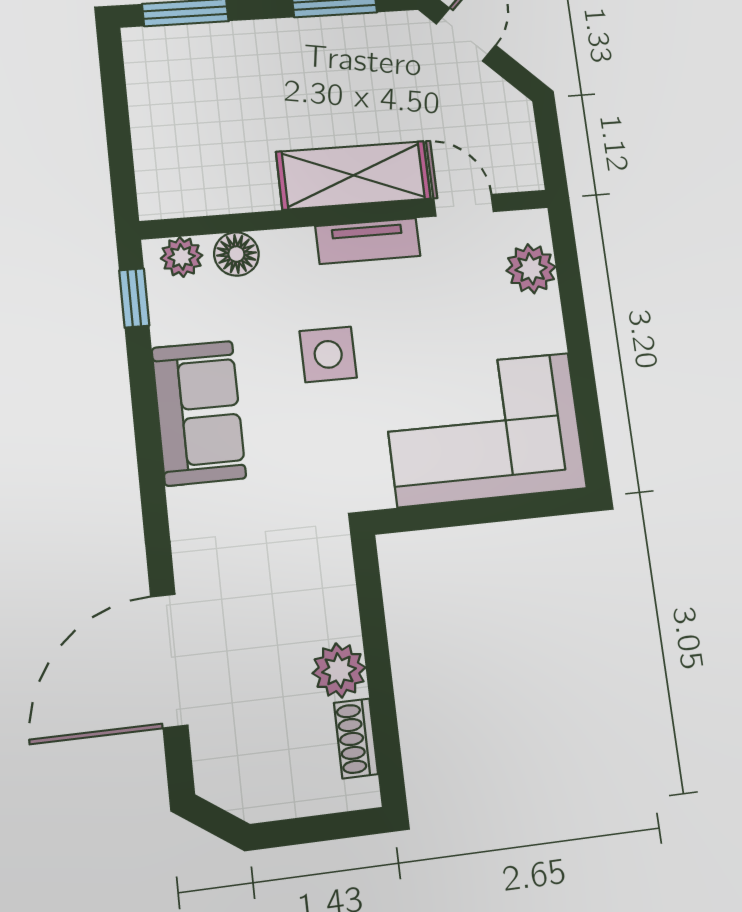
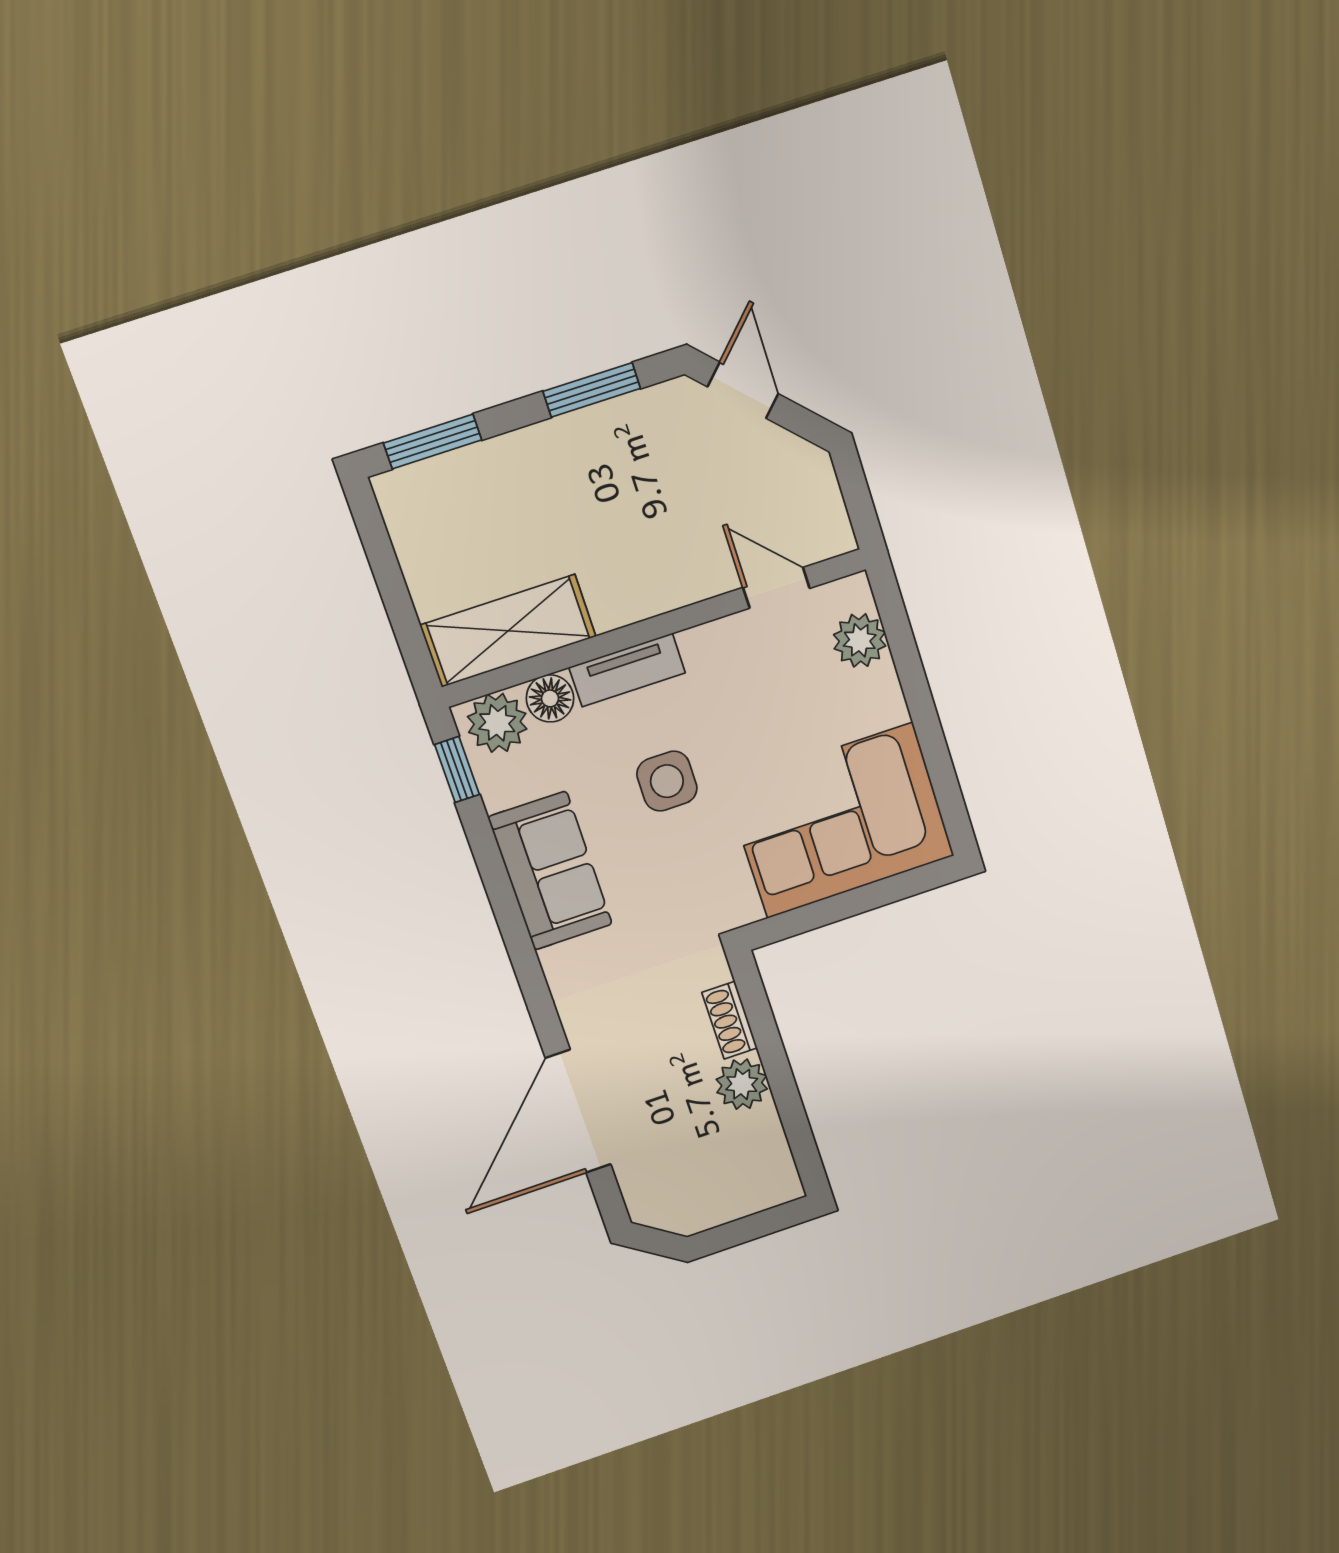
shelving: (354, 175) -> (508, 631), moved
tv unit: (368, 241) -> (627, 670), moved
plant: (182, 257) -> (497, 723), width x1.38, depth x1.38
shoe rack: (356, 738) -> (730, 1020), moved

